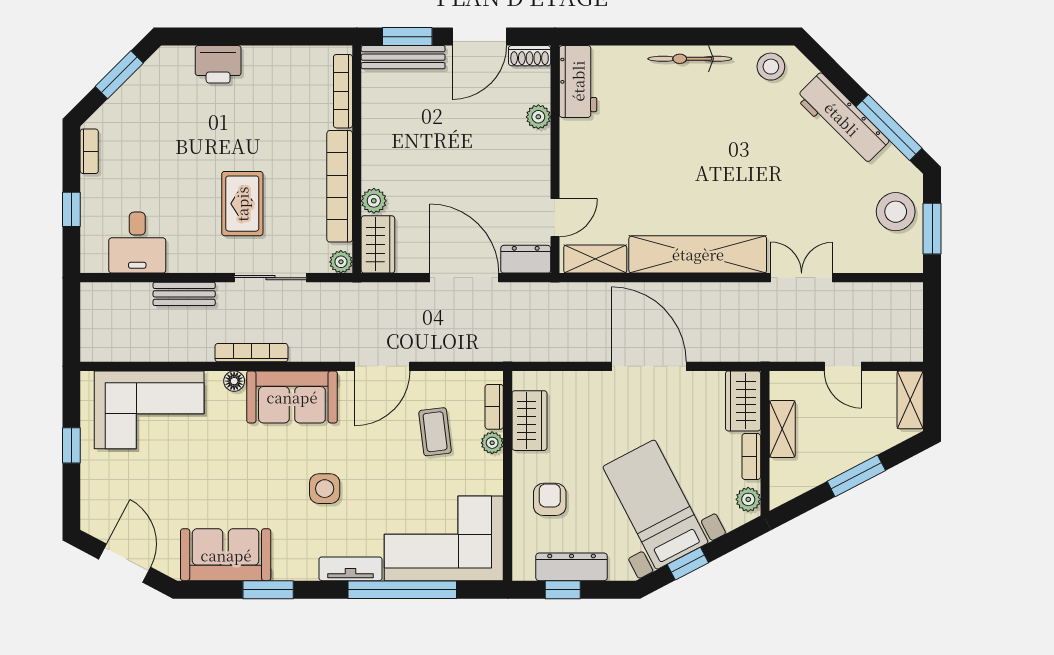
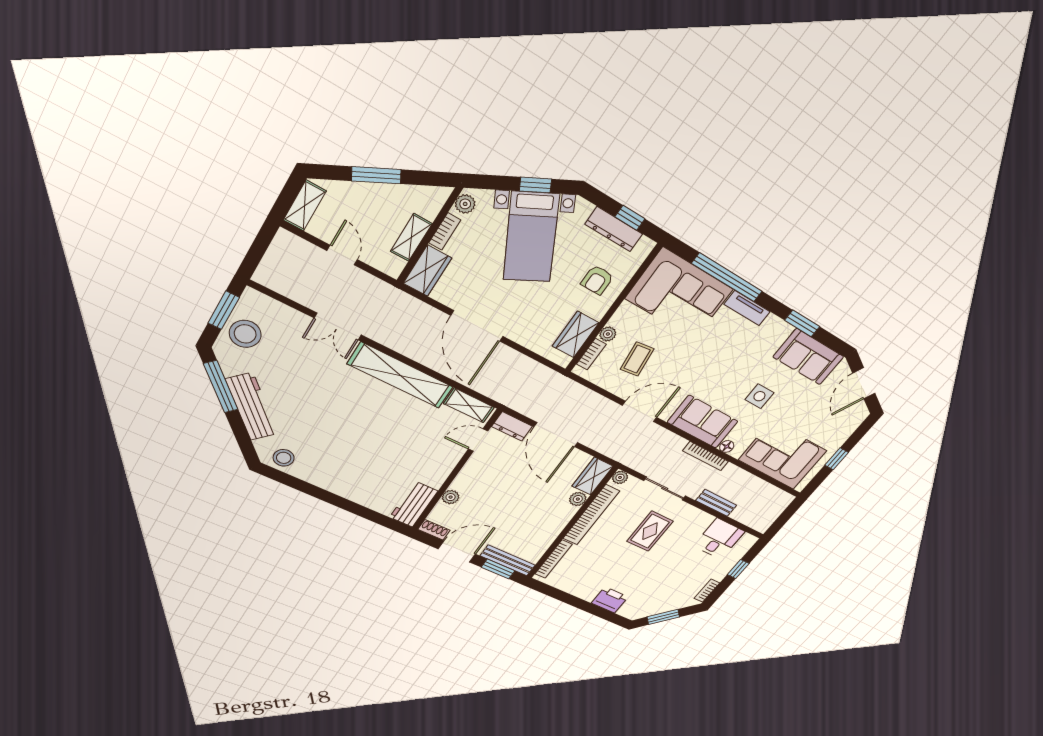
bicycle: (690, 59) -> (335, 485), removed
side table: (325, 489) -> (759, 396), moved

